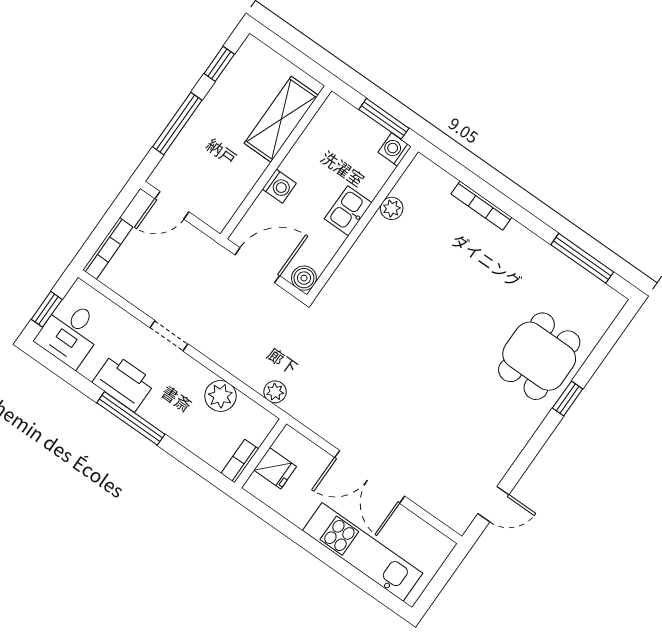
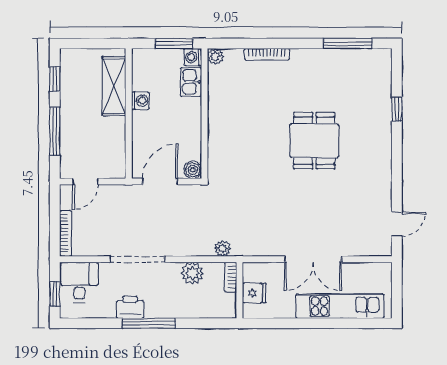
washing machine: (279, 186) -> (140, 101), moved
plant: (392, 208) -> (215, 56), moved
kitchen sink: (348, 211) -> (191, 82), moved
desk: (70, 333) -> (79, 282), moved, turned 180
doorway: (169, 336) -> (137, 259), width x1.88
dining table: (539, 356) -> (314, 141), moved
printer: (124, 382) -> (130, 307), width x0.73, depth x0.84
window: (568, 398) -> (397, 109), moved
bookcase: (240, 461) -> (230, 277), moved

